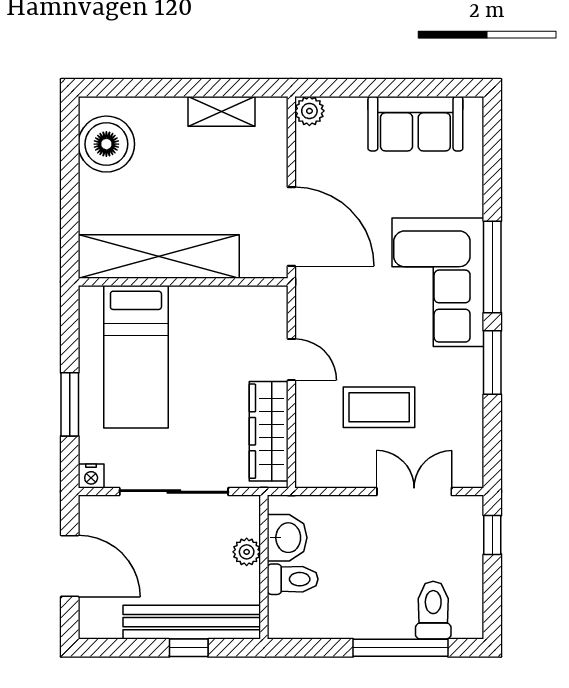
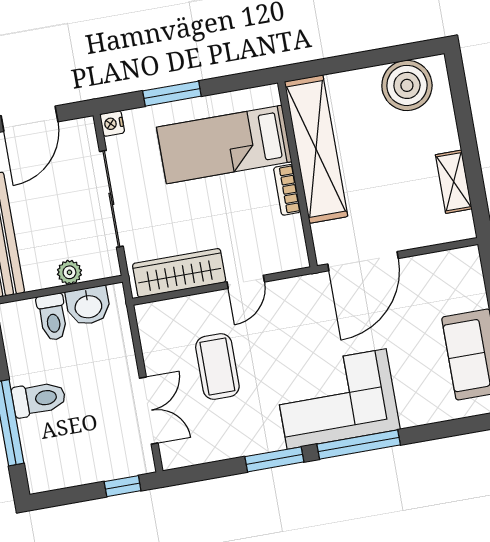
plant: (309, 111) -> (468, 259), removed
bookcase: (198, 296) -> (287, 190), added
toilet: (433, 610) -> (39, 399), moved

